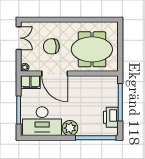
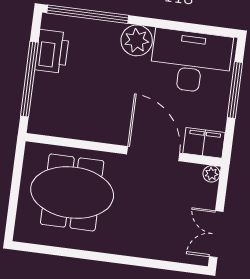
chair: (51, 46) -> (153, 209), removed

